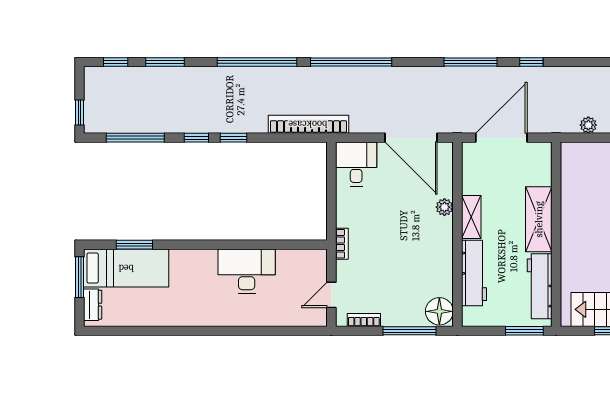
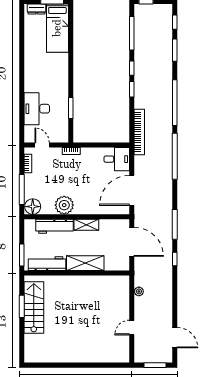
plant: (444, 207) -> (64, 205), moved, width x1.88, depth x1.88
window: (134, 245) -> (71, 108), moved
desk: (247, 271) -> (37, 109), moved, turned 180

